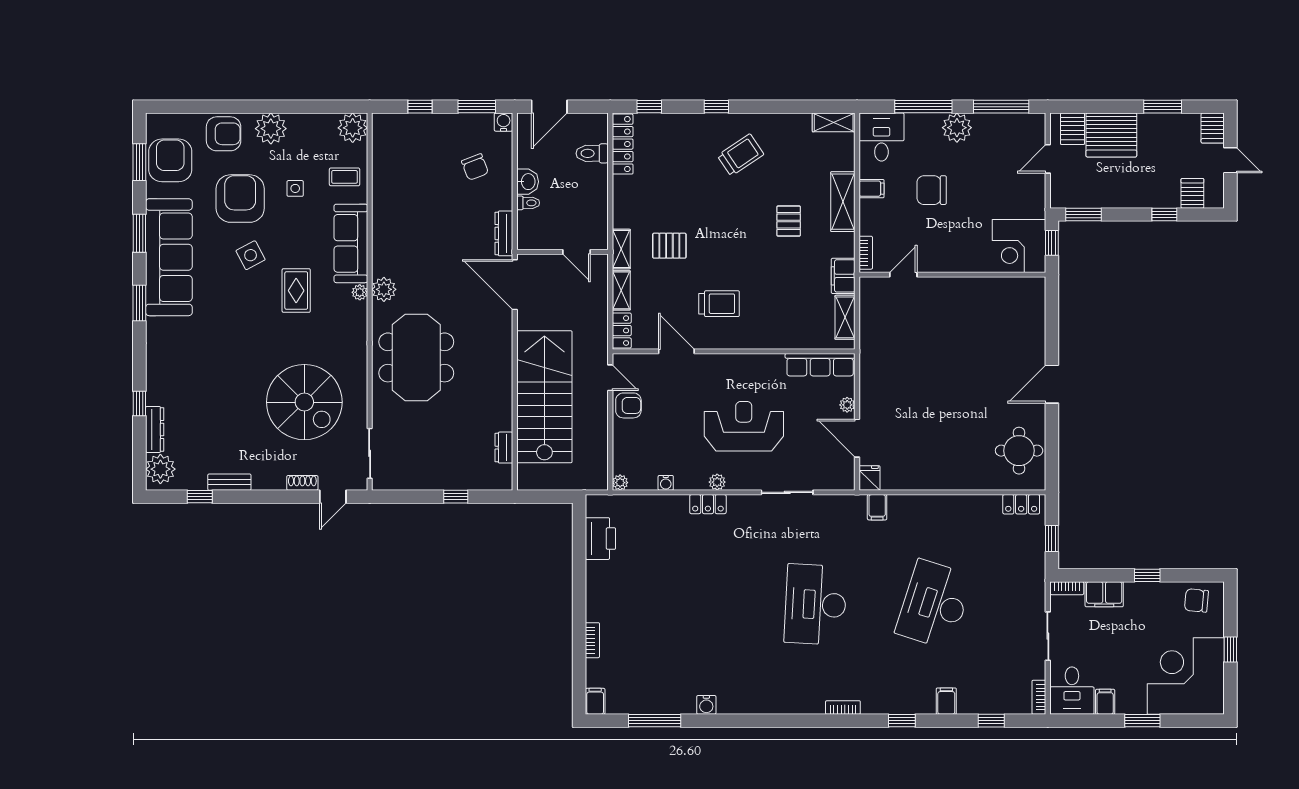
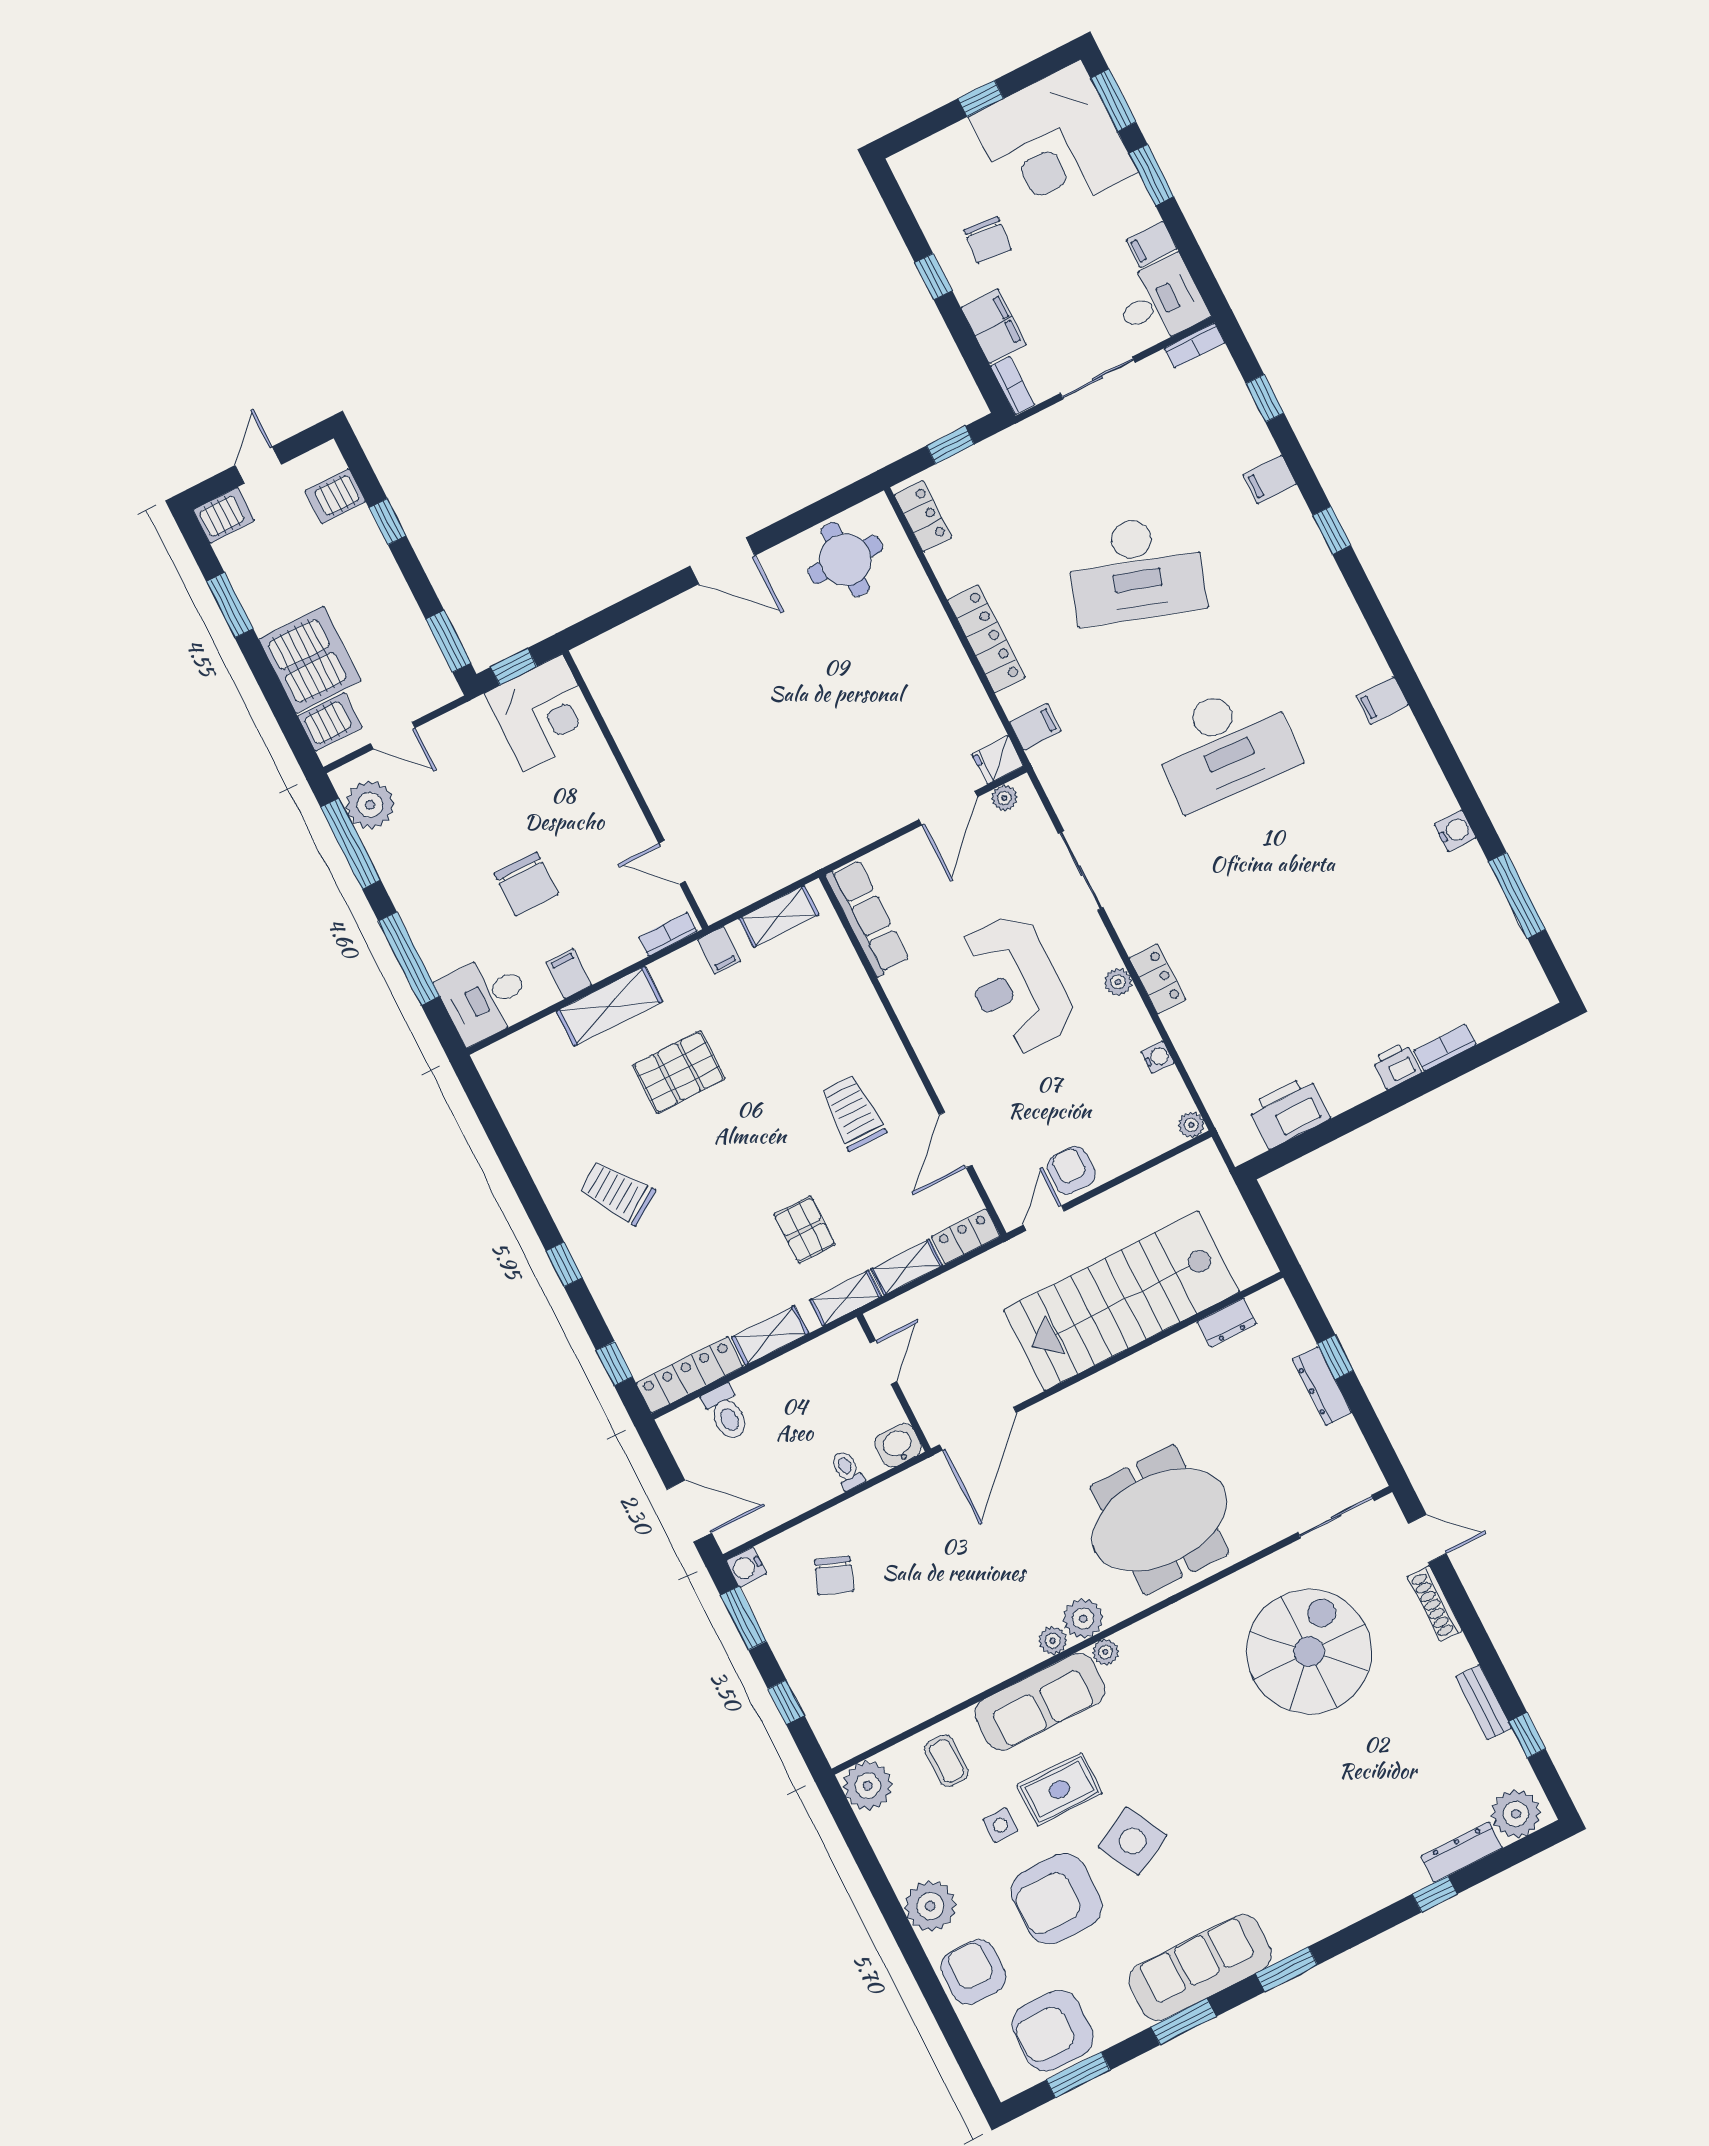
shelving: (834, 122) -> (770, 1335), moved, turned 90
plant: (957, 128) -> (370, 805), moved
chair: (475, 167) -> (834, 1576), turned 132
washbasin: (528, 182) -> (898, 1445), moved
pallet: (789, 221) -> (679, 1072), width x1.50, depth x1.42
dresser: (504, 233) -> (1322, 1386), moved, turned 90
side table: (251, 255) -> (1132, 1841), width x1.37, depth x1.37
sofa: (169, 257) -> (1200, 1967), width x0.74, depth x0.79
plant: (380, 267) -> (1053, 1641), added
filing cabinet: (843, 276) -> (719, 950), width x0.50
rug: (296, 291) -> (1059, 1789), moved
plant: (847, 405) -> (1004, 798), moved
shoe rack: (302, 483) -> (1435, 1604), width x1.43
locker: (938, 505) -> (986, 639), added
chair: (1196, 600) -> (988, 240), moved
printer: (596, 609) -> (1396, 1066), added
filing cabinet: (595, 701) -> (1382, 700), moved
bookcase: (843, 707) -> (1357, 627), removed
window: (1193, 721) -> (1113, 100), added

